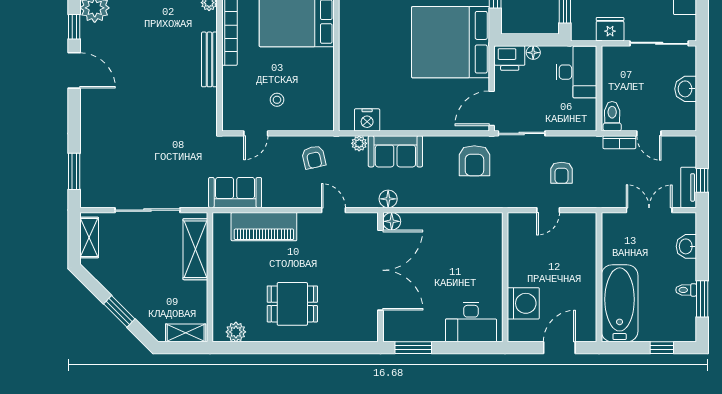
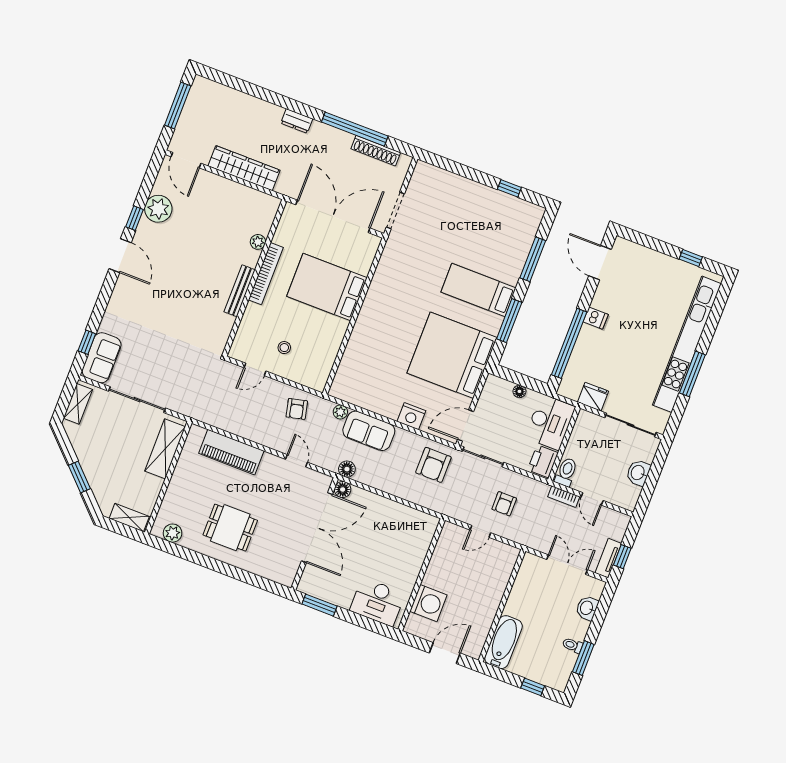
printer: (510, 58) -> (543, 461), moved, turned 90
nightstand: (367, 120) -> (411, 416), moved
window: (74, 171) -> (87, 342), width x0.67
sofa: (235, 193) -> (102, 358), moved, turned 90
bathtub: (620, 303) -> (503, 642), width x0.73, depth x0.73

